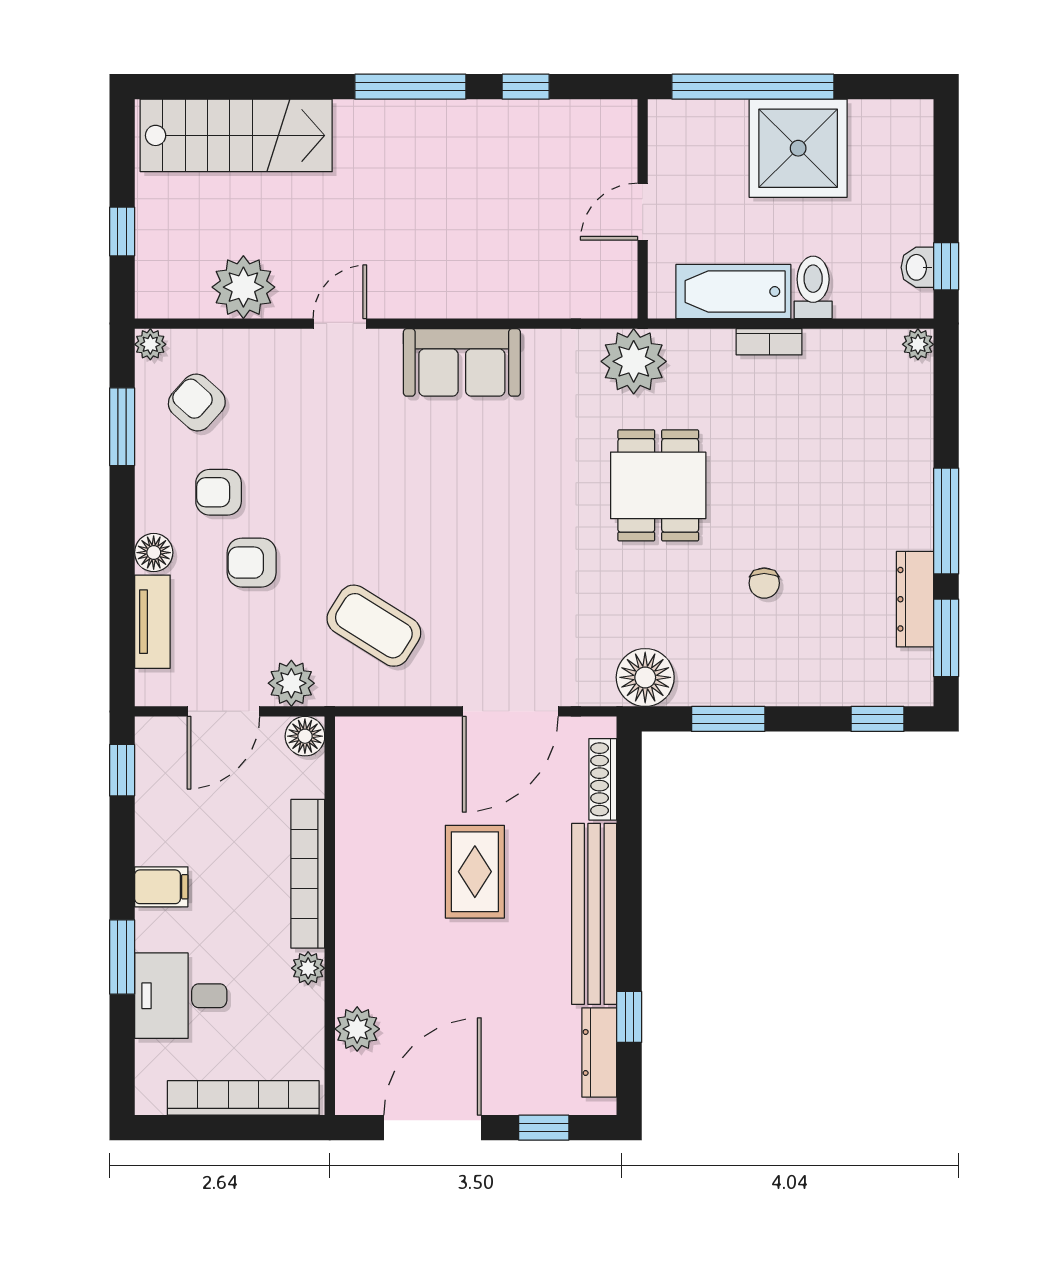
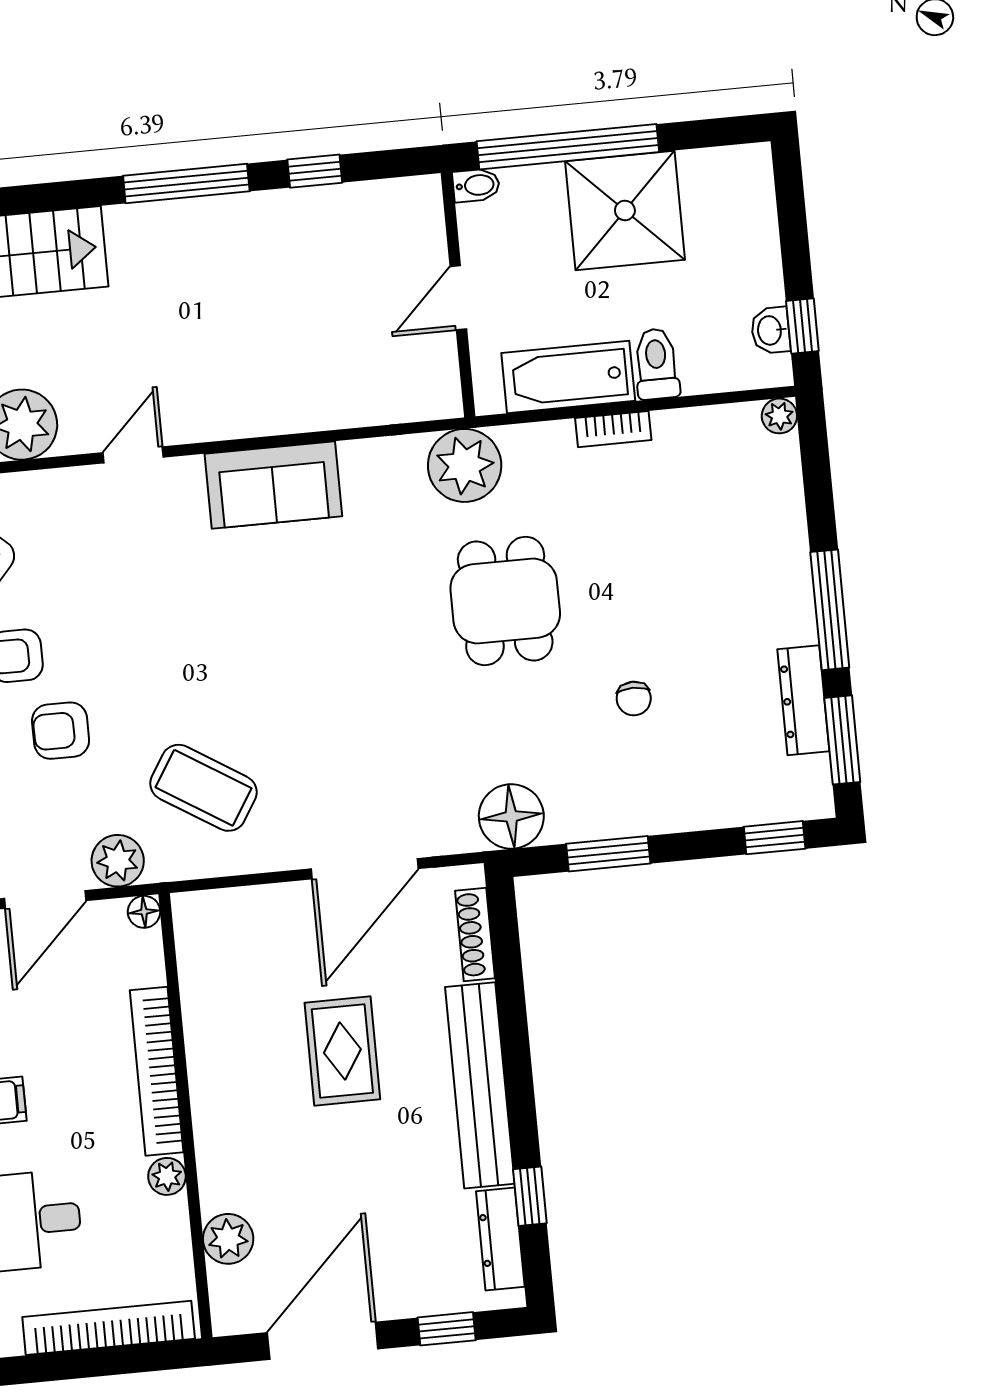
bidet: (668, 113) -> (476, 185), added
floor lamp: (305, 736) -> (144, 912), width x0.73, depth x0.73

